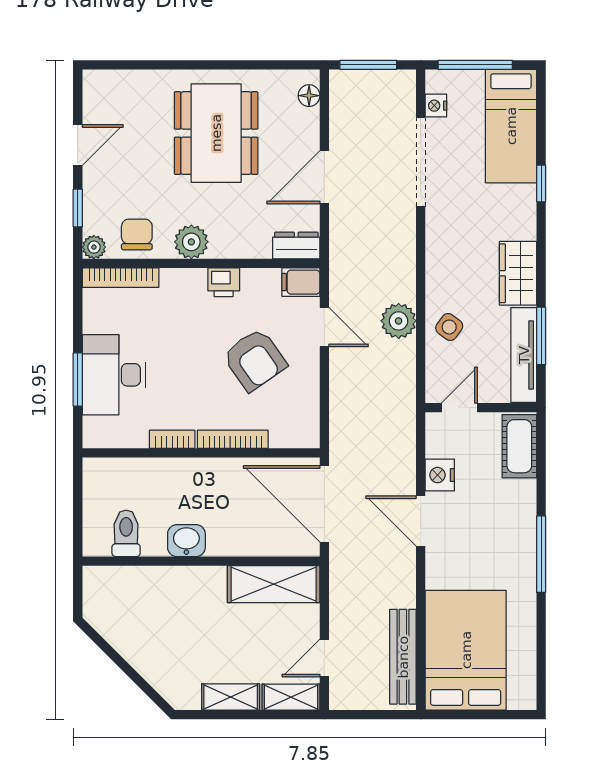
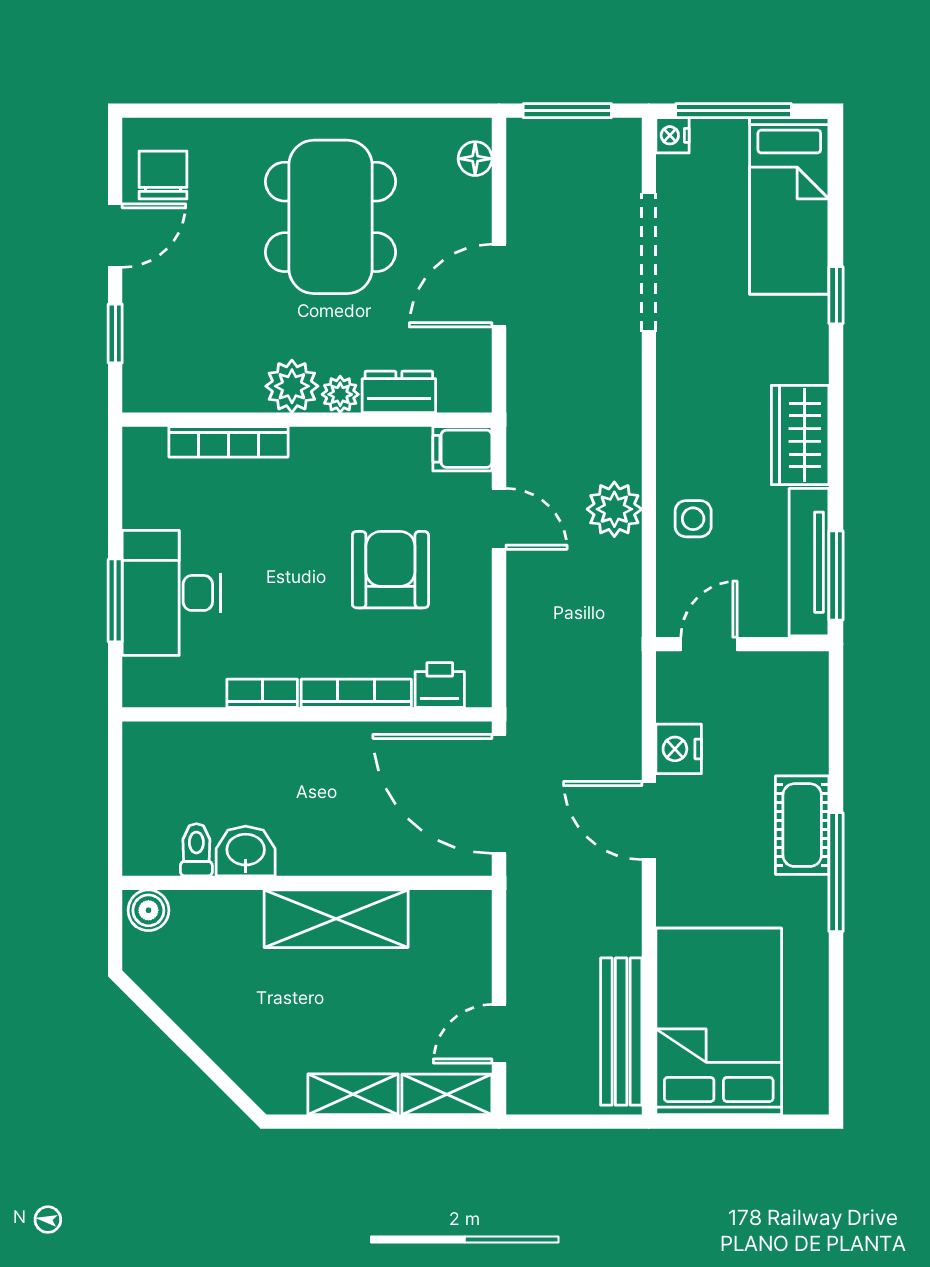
nightstand: (436, 106) -> (672, 135), moved
chair: (137, 234) -> (163, 175), moved
dresser: (296, 246) -> (399, 392), moved
plant: (94, 247) -> (340, 394), moved
bookcase: (121, 278) -> (229, 442), moved
printer: (224, 282) -> (440, 685), moved, turned 180
side table: (449, 327) -> (693, 519), turned -36
window: (541, 336) -> (836, 576), moved
armchair: (255, 360) -> (390, 570), turned -145
cot: (519, 446) -> (802, 825), moved
toilet: (126, 533) -> (196, 850), width x0.73, depth x0.72
washbasin: (186, 541) -> (246, 851), moved
boiler: (99, 579) -> (148, 910), added
shelving: (274, 584) -> (336, 919), moved

